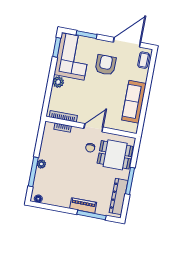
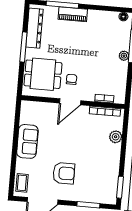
corner sofa: (73, 56) -> (101, 179), removed
armchair: (106, 65) -> (64, 173), turned -90
plant: (58, 82) -> (116, 137), moved
sofa: (134, 102) -> (27, 141), width x0.73

